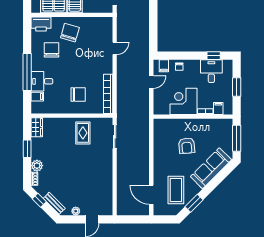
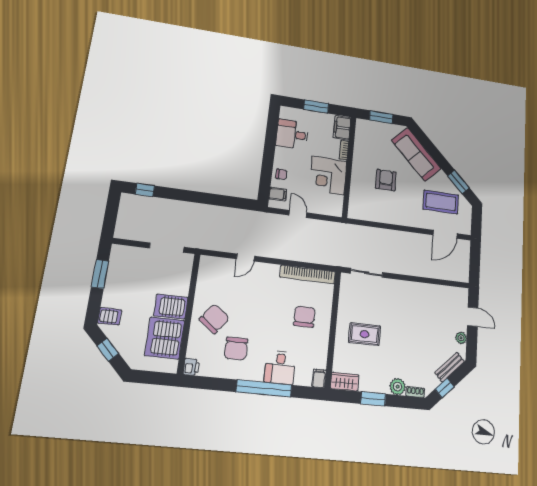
printer: (41, 24) -> (191, 367), width x0.53, depth x0.68
chair: (70, 33) -> (214, 319), turned 111
door: (115, 48) -> (246, 258), swing flipped
chair: (51, 50) -> (236, 349), turned -90
window: (214, 56) -> (272, 128), removed
filing cabinet: (37, 97) -> (319, 378), moved
filing cabinet: (218, 108) -> (342, 128), width x2.00
rug: (83, 133) -> (365, 334), moved
window: (237, 138) -> (381, 117), width x0.69
armchair: (187, 146) -> (386, 180), turned -85

